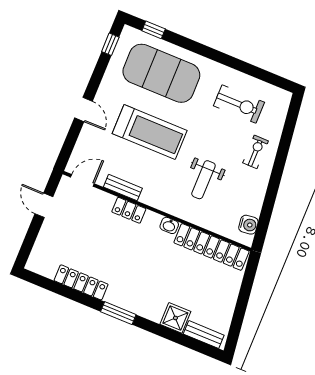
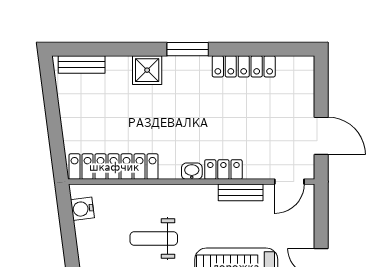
weight bench: (203, 180) -> (154, 238), turned -90
door: (44, 205) -> (321, 136), width x1.38
washbasin: (169, 225) -> (192, 171), moved
shower: (175, 318) -> (147, 70), moved

